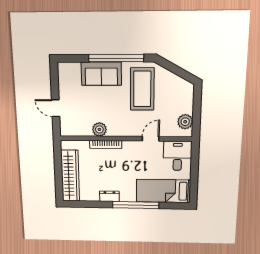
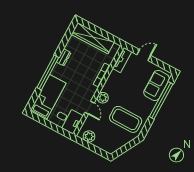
window: (116, 58) -> (161, 100), moved
sofa: (101, 74) -> (157, 85), moved
plant: (99, 129) -> (103, 98), moved
tv unit: (76, 130) -> (122, 60), added

